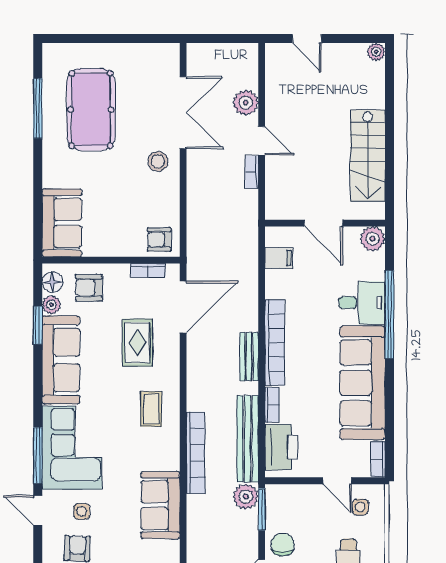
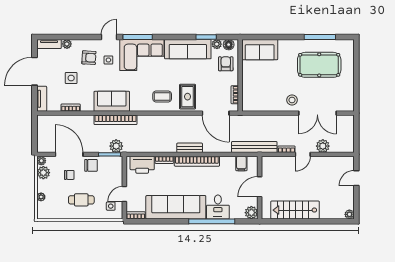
armchair: (159, 240) -> (251, 101), removed
rug: (137, 343) -> (188, 97), moved, turned 90
bench: (248, 439) -> (254, 147), moved
bookcase: (196, 453) -> (115, 120), moved

